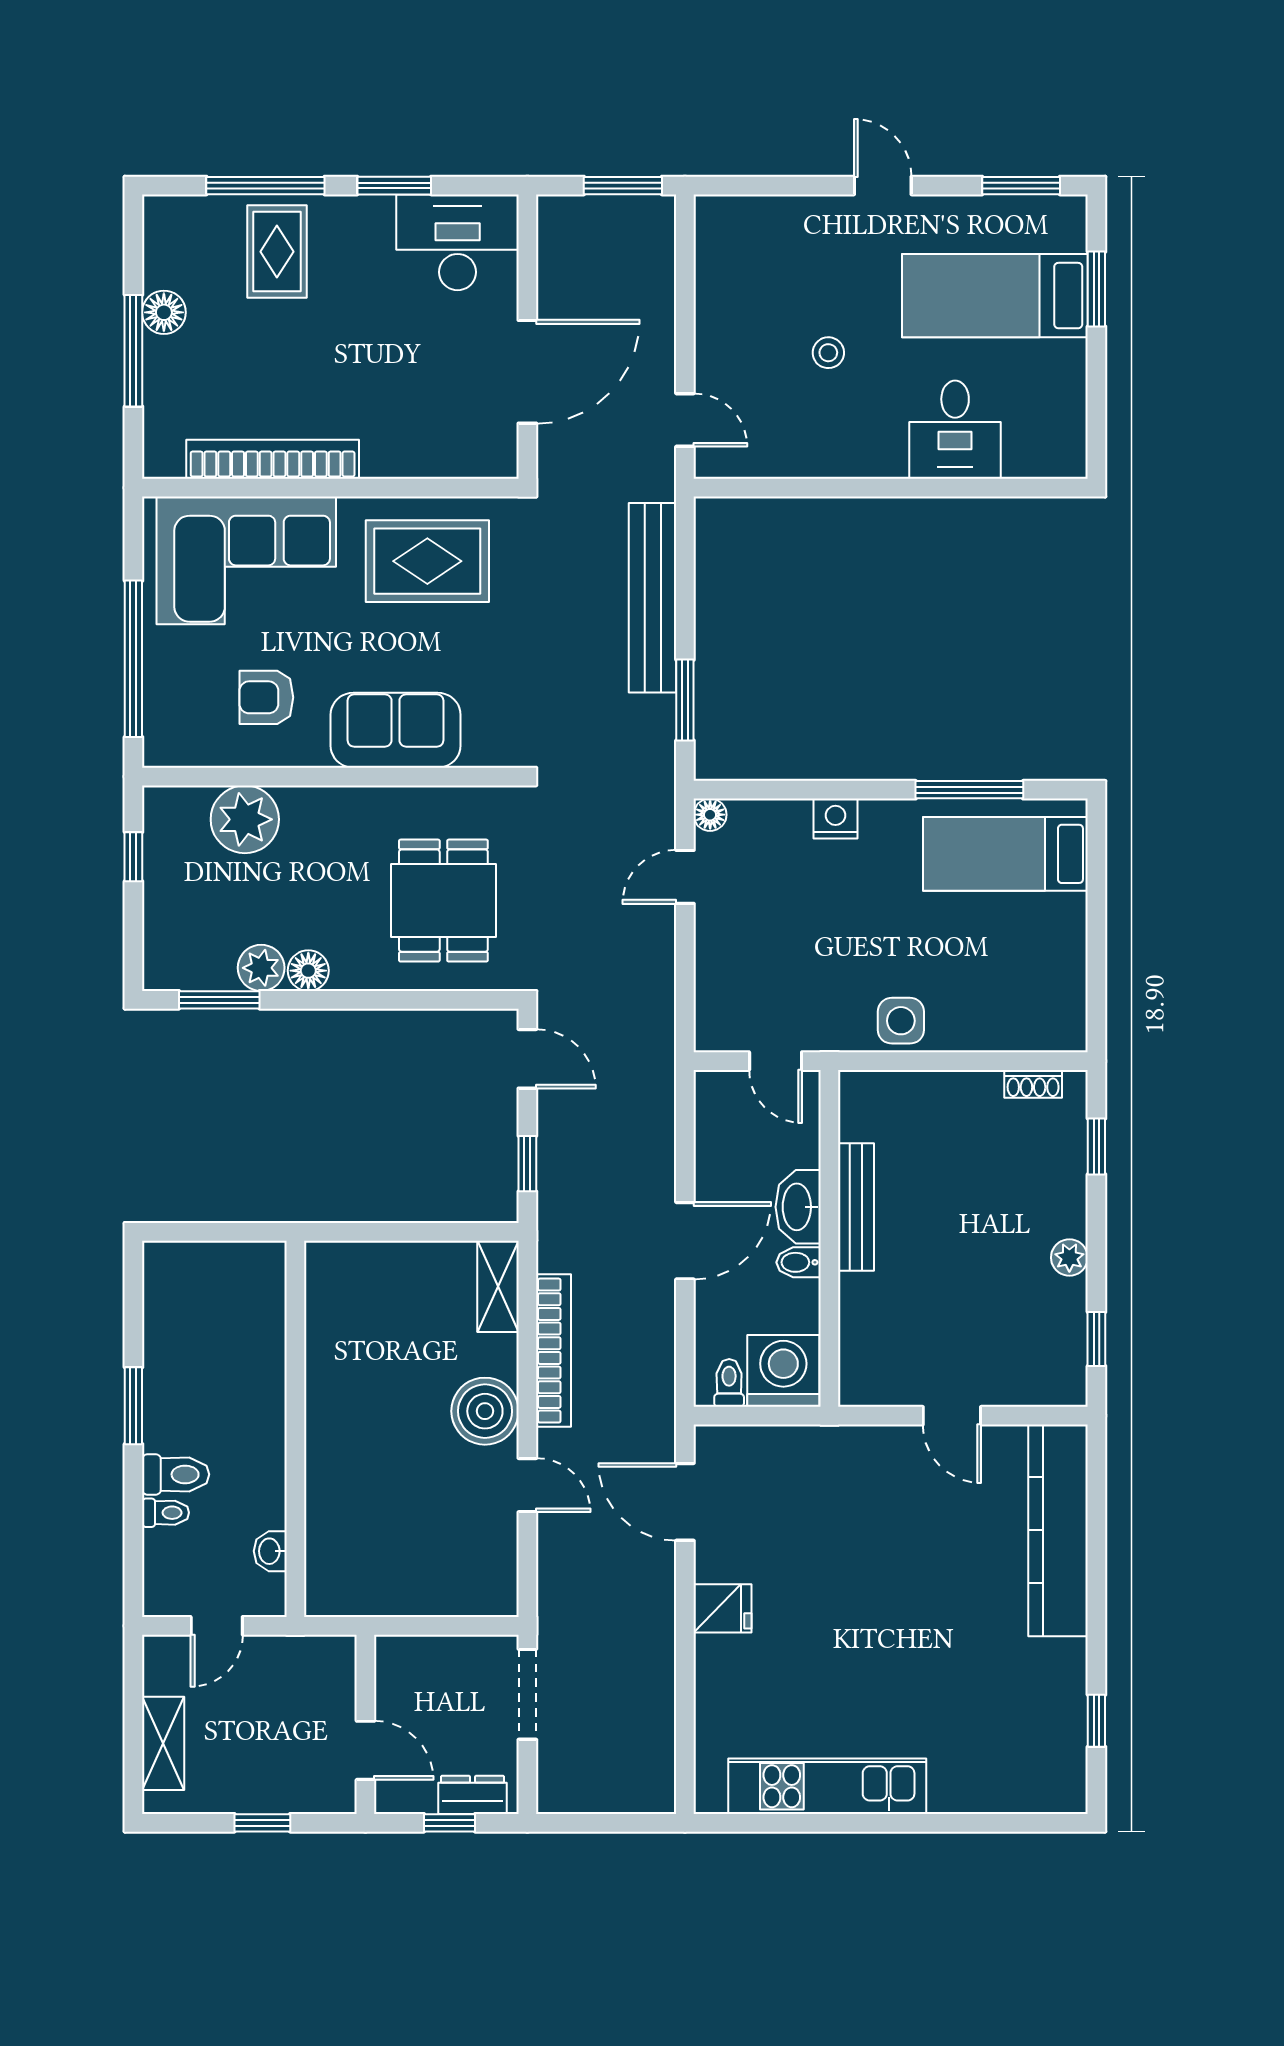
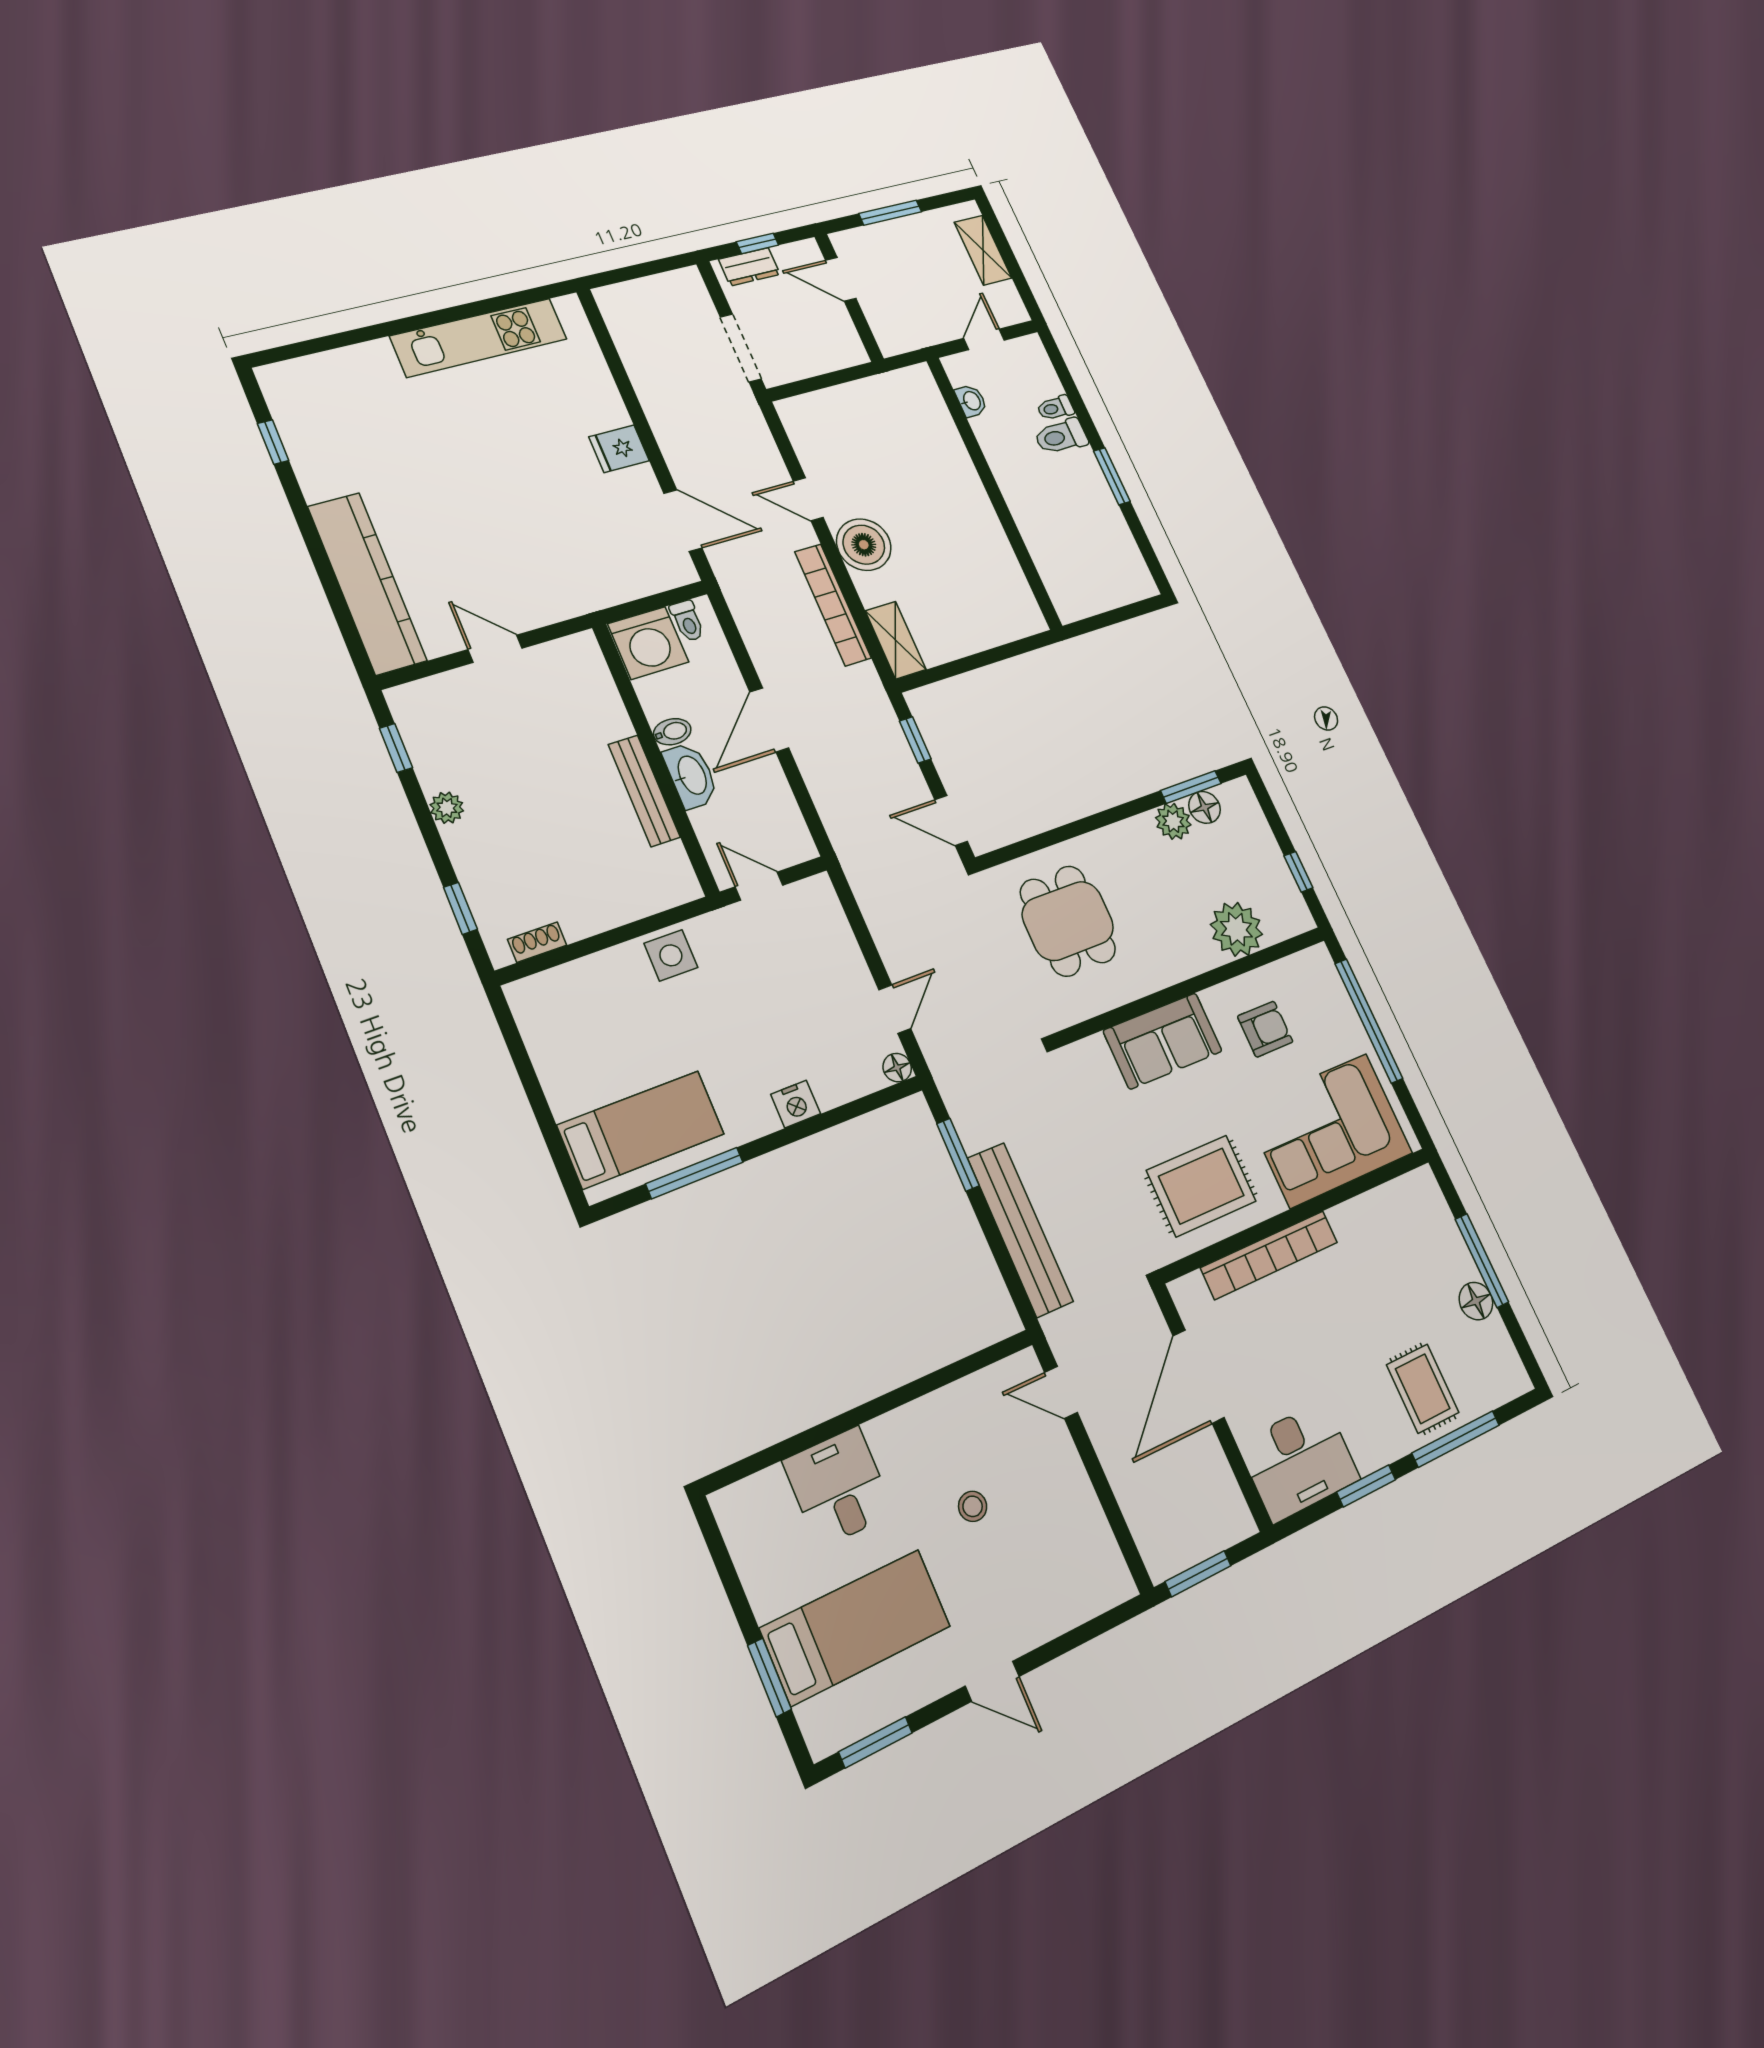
bookcase: (273, 459) -> (1269, 1255), moved
floor lamp: (308, 971) -> (1204, 807), moved
window: (262, 1823) -> (890, 213), width x1.50

